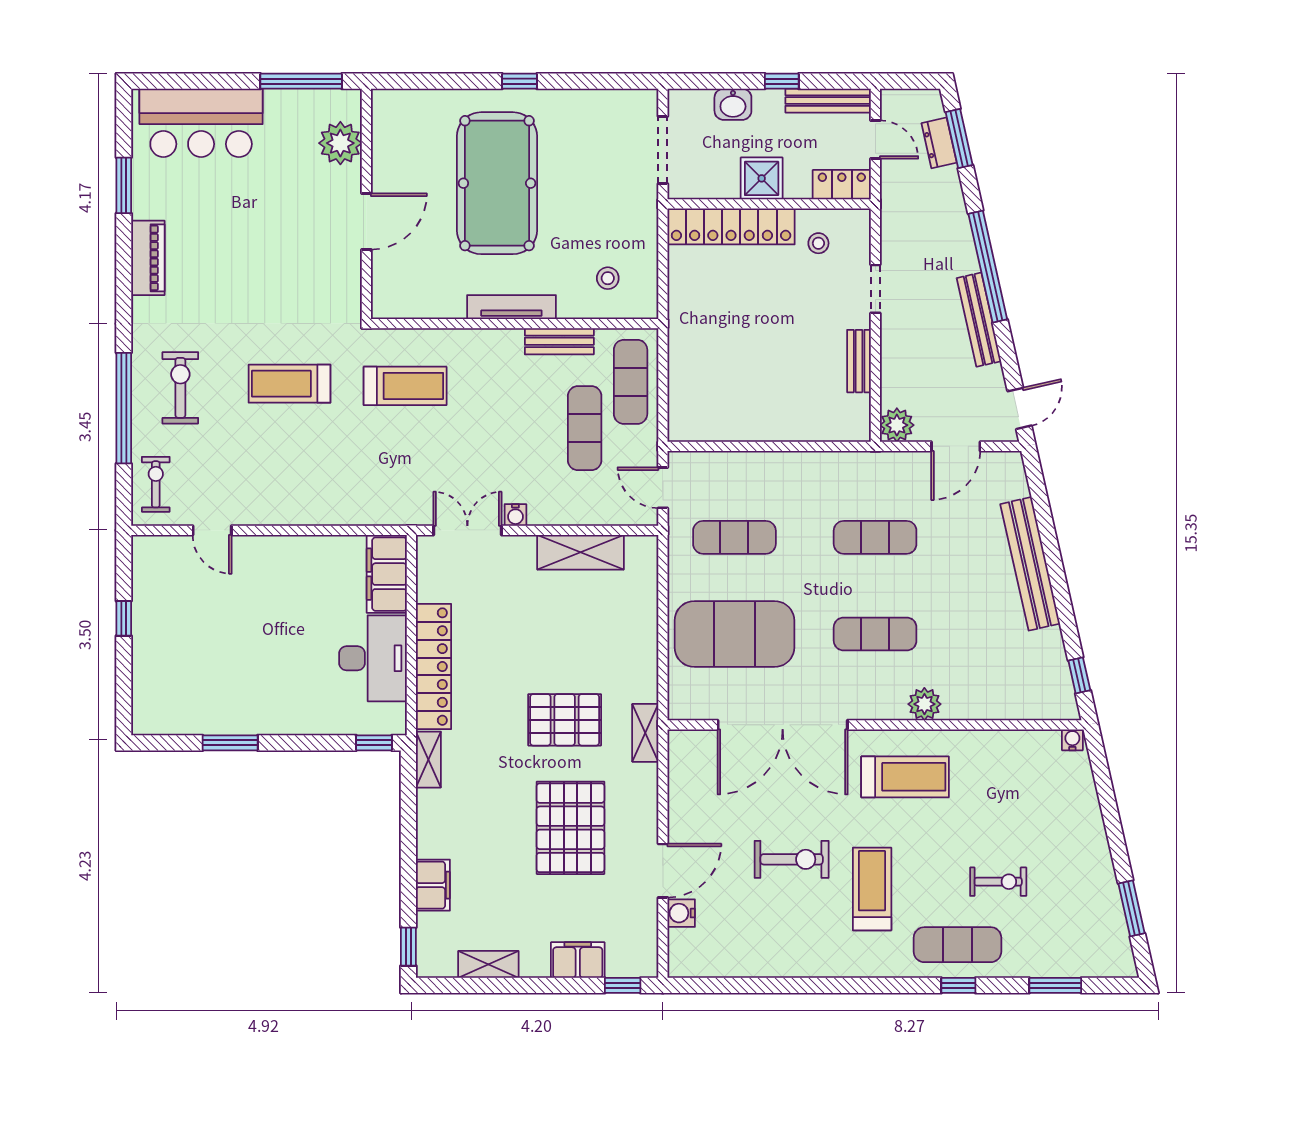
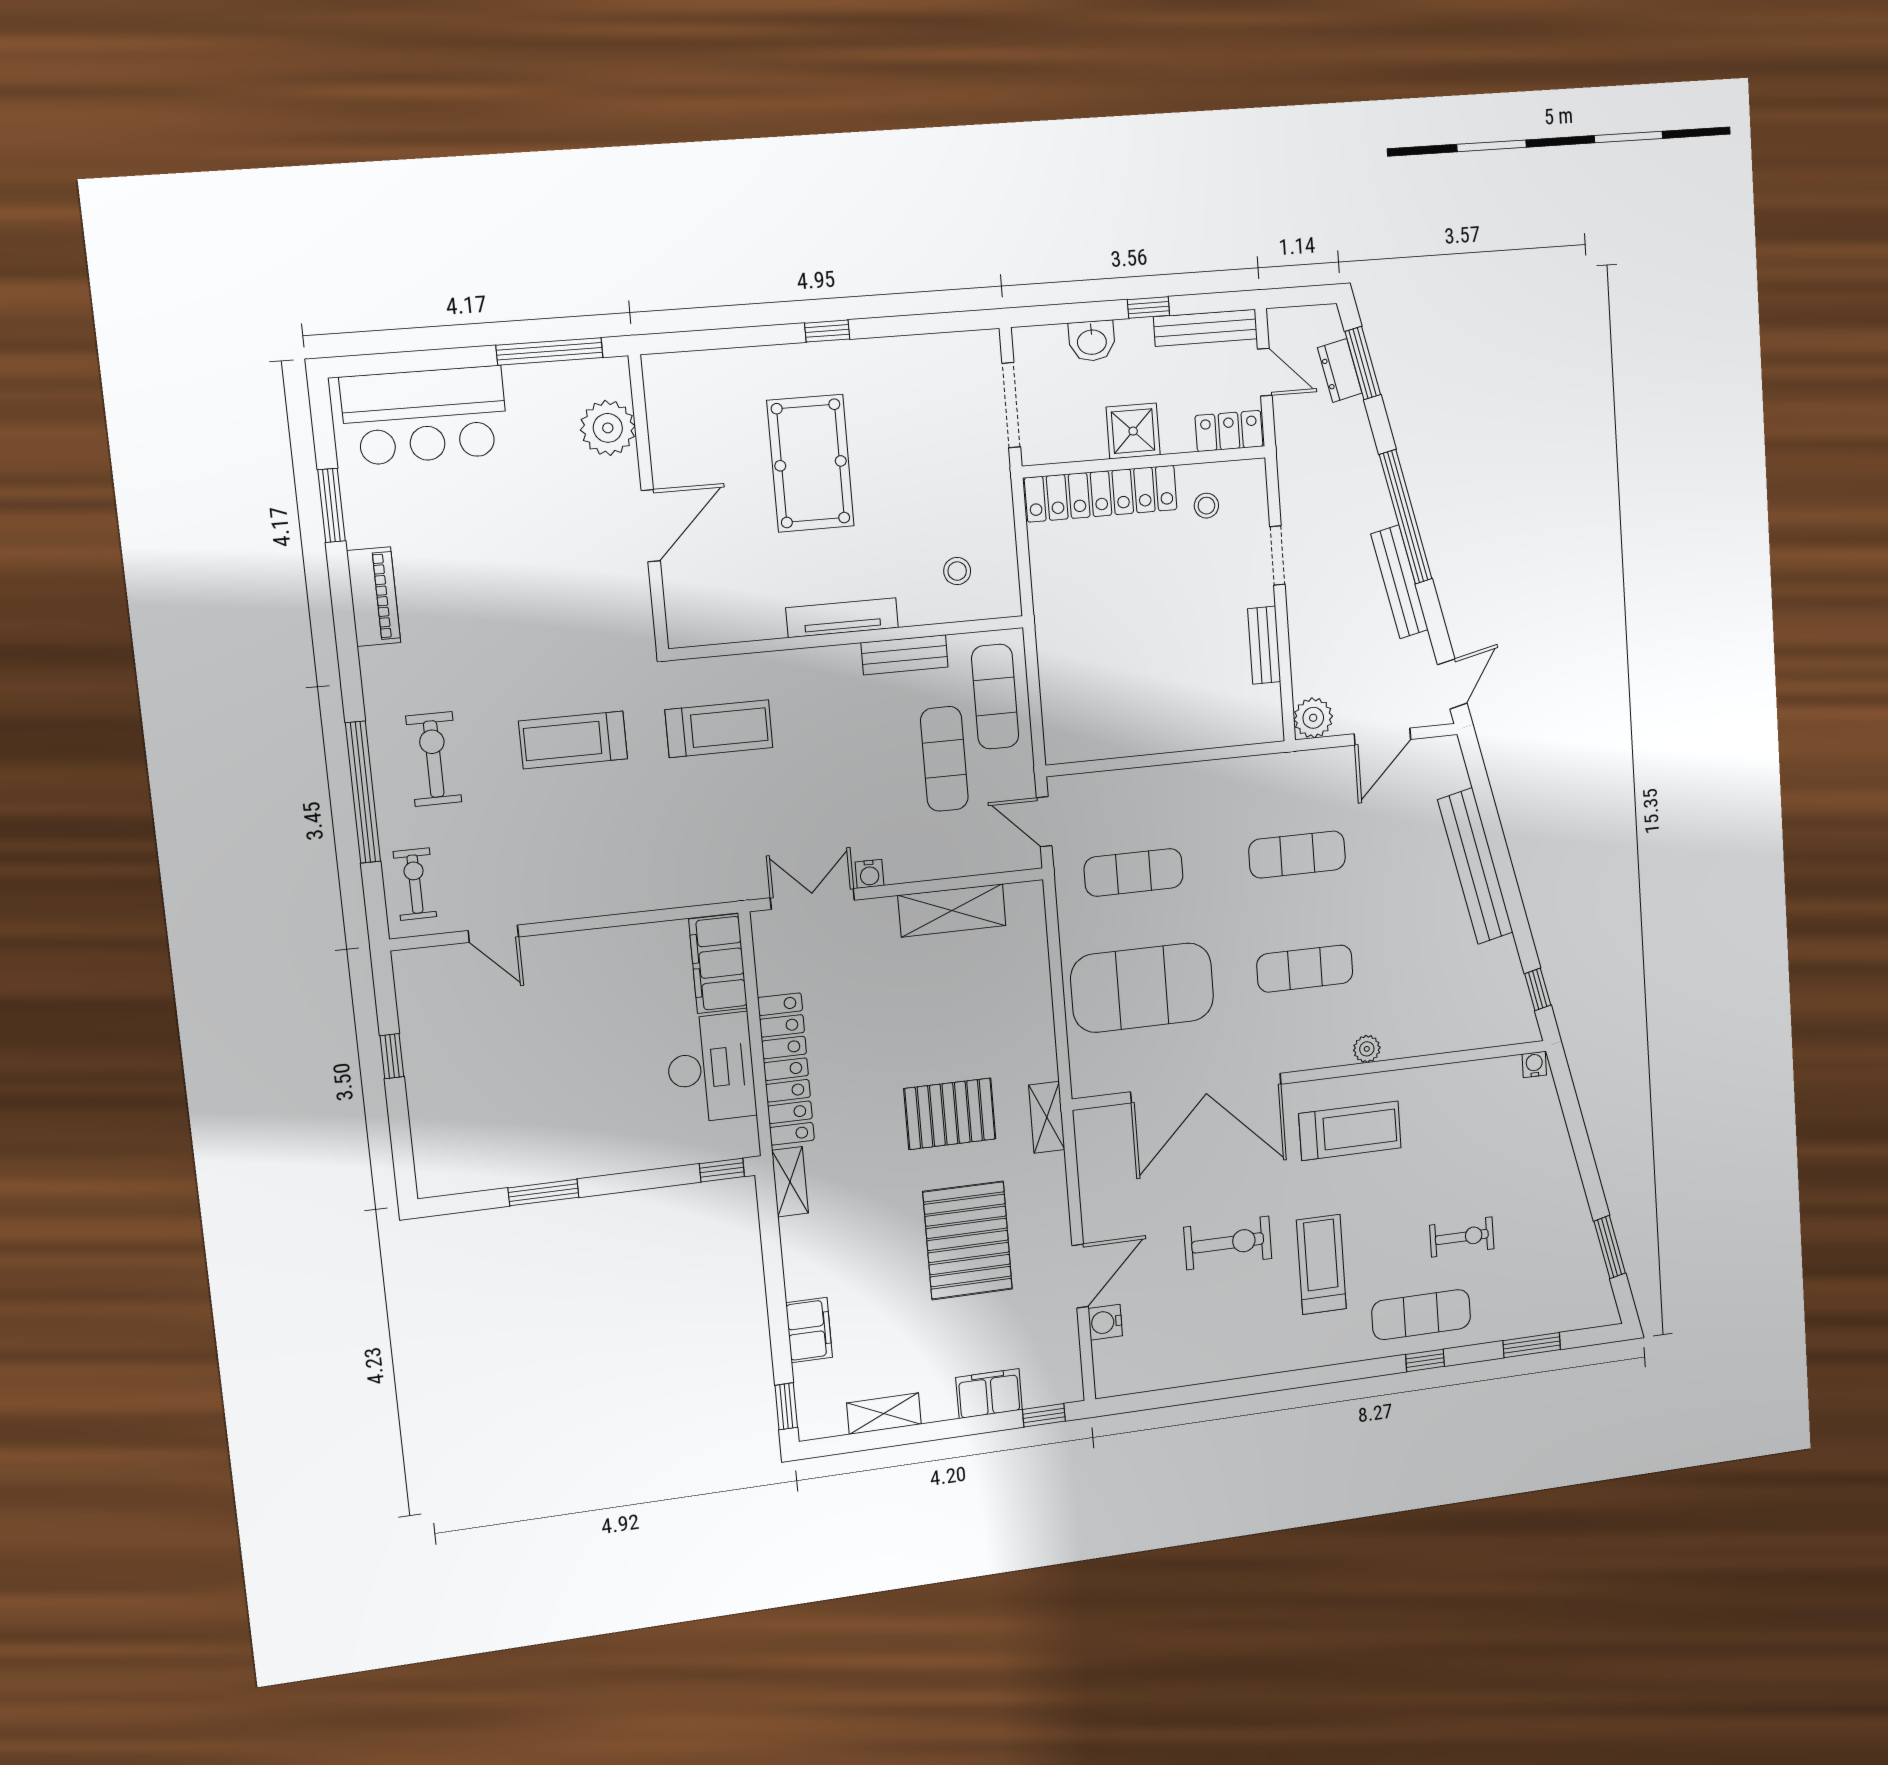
pool table: (497, 183) -> (811, 463), width x0.73, depth x0.76
plant: (924, 704) -> (1367, 1049), width x0.73, depth x0.73

